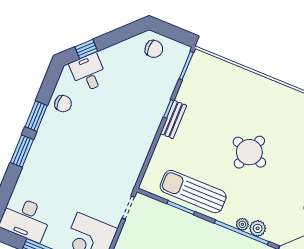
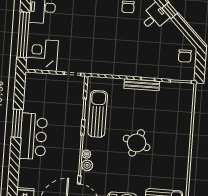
bench: (173, 120) -> (142, 85), width x1.36

